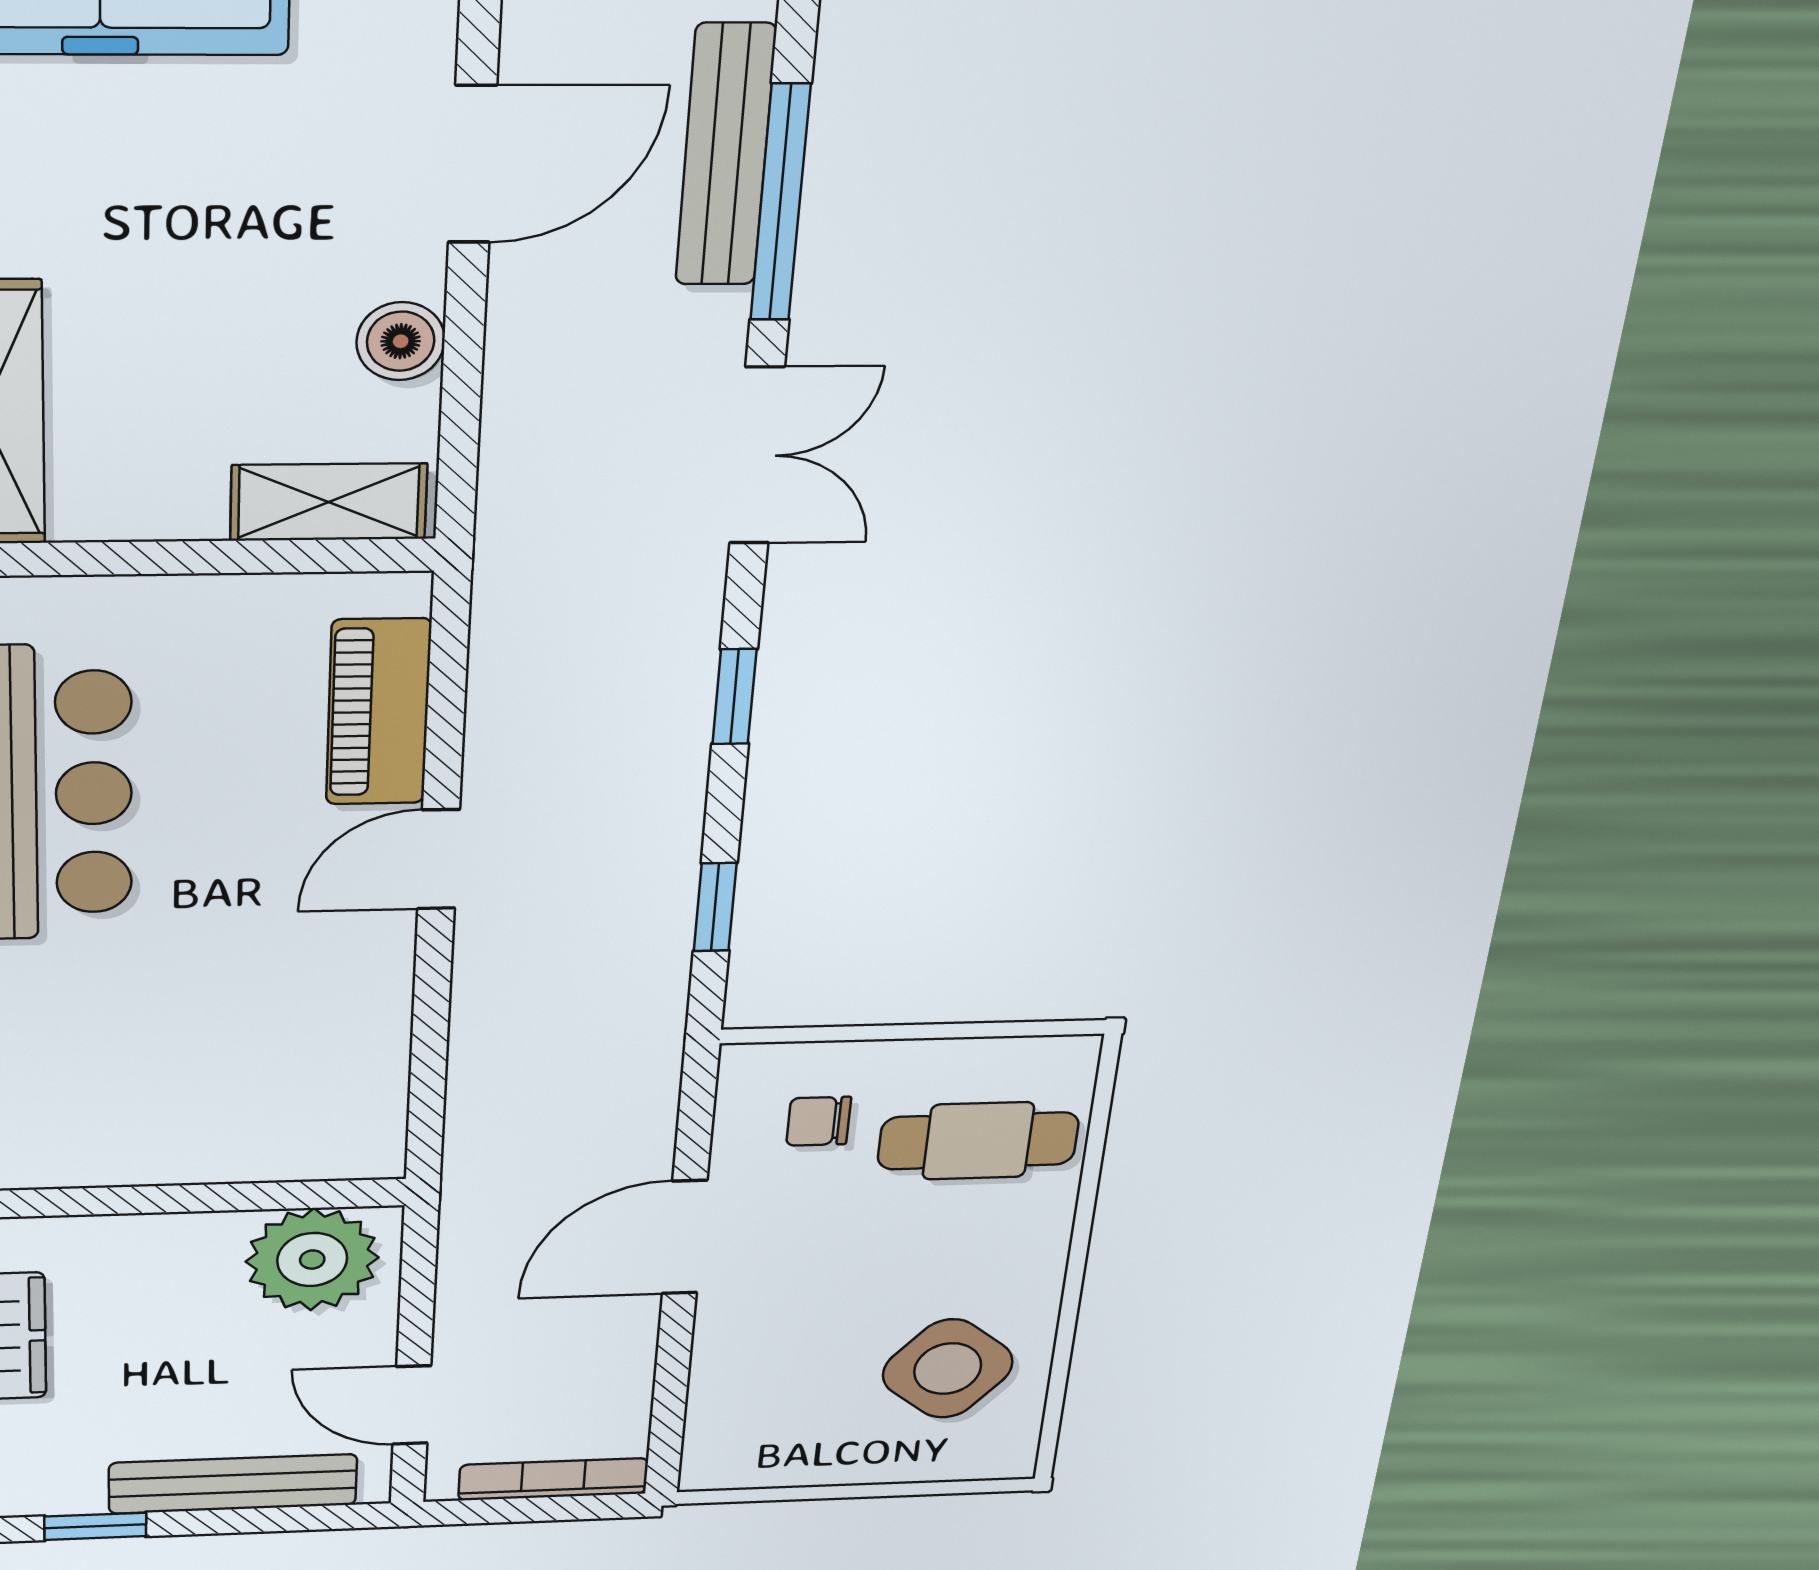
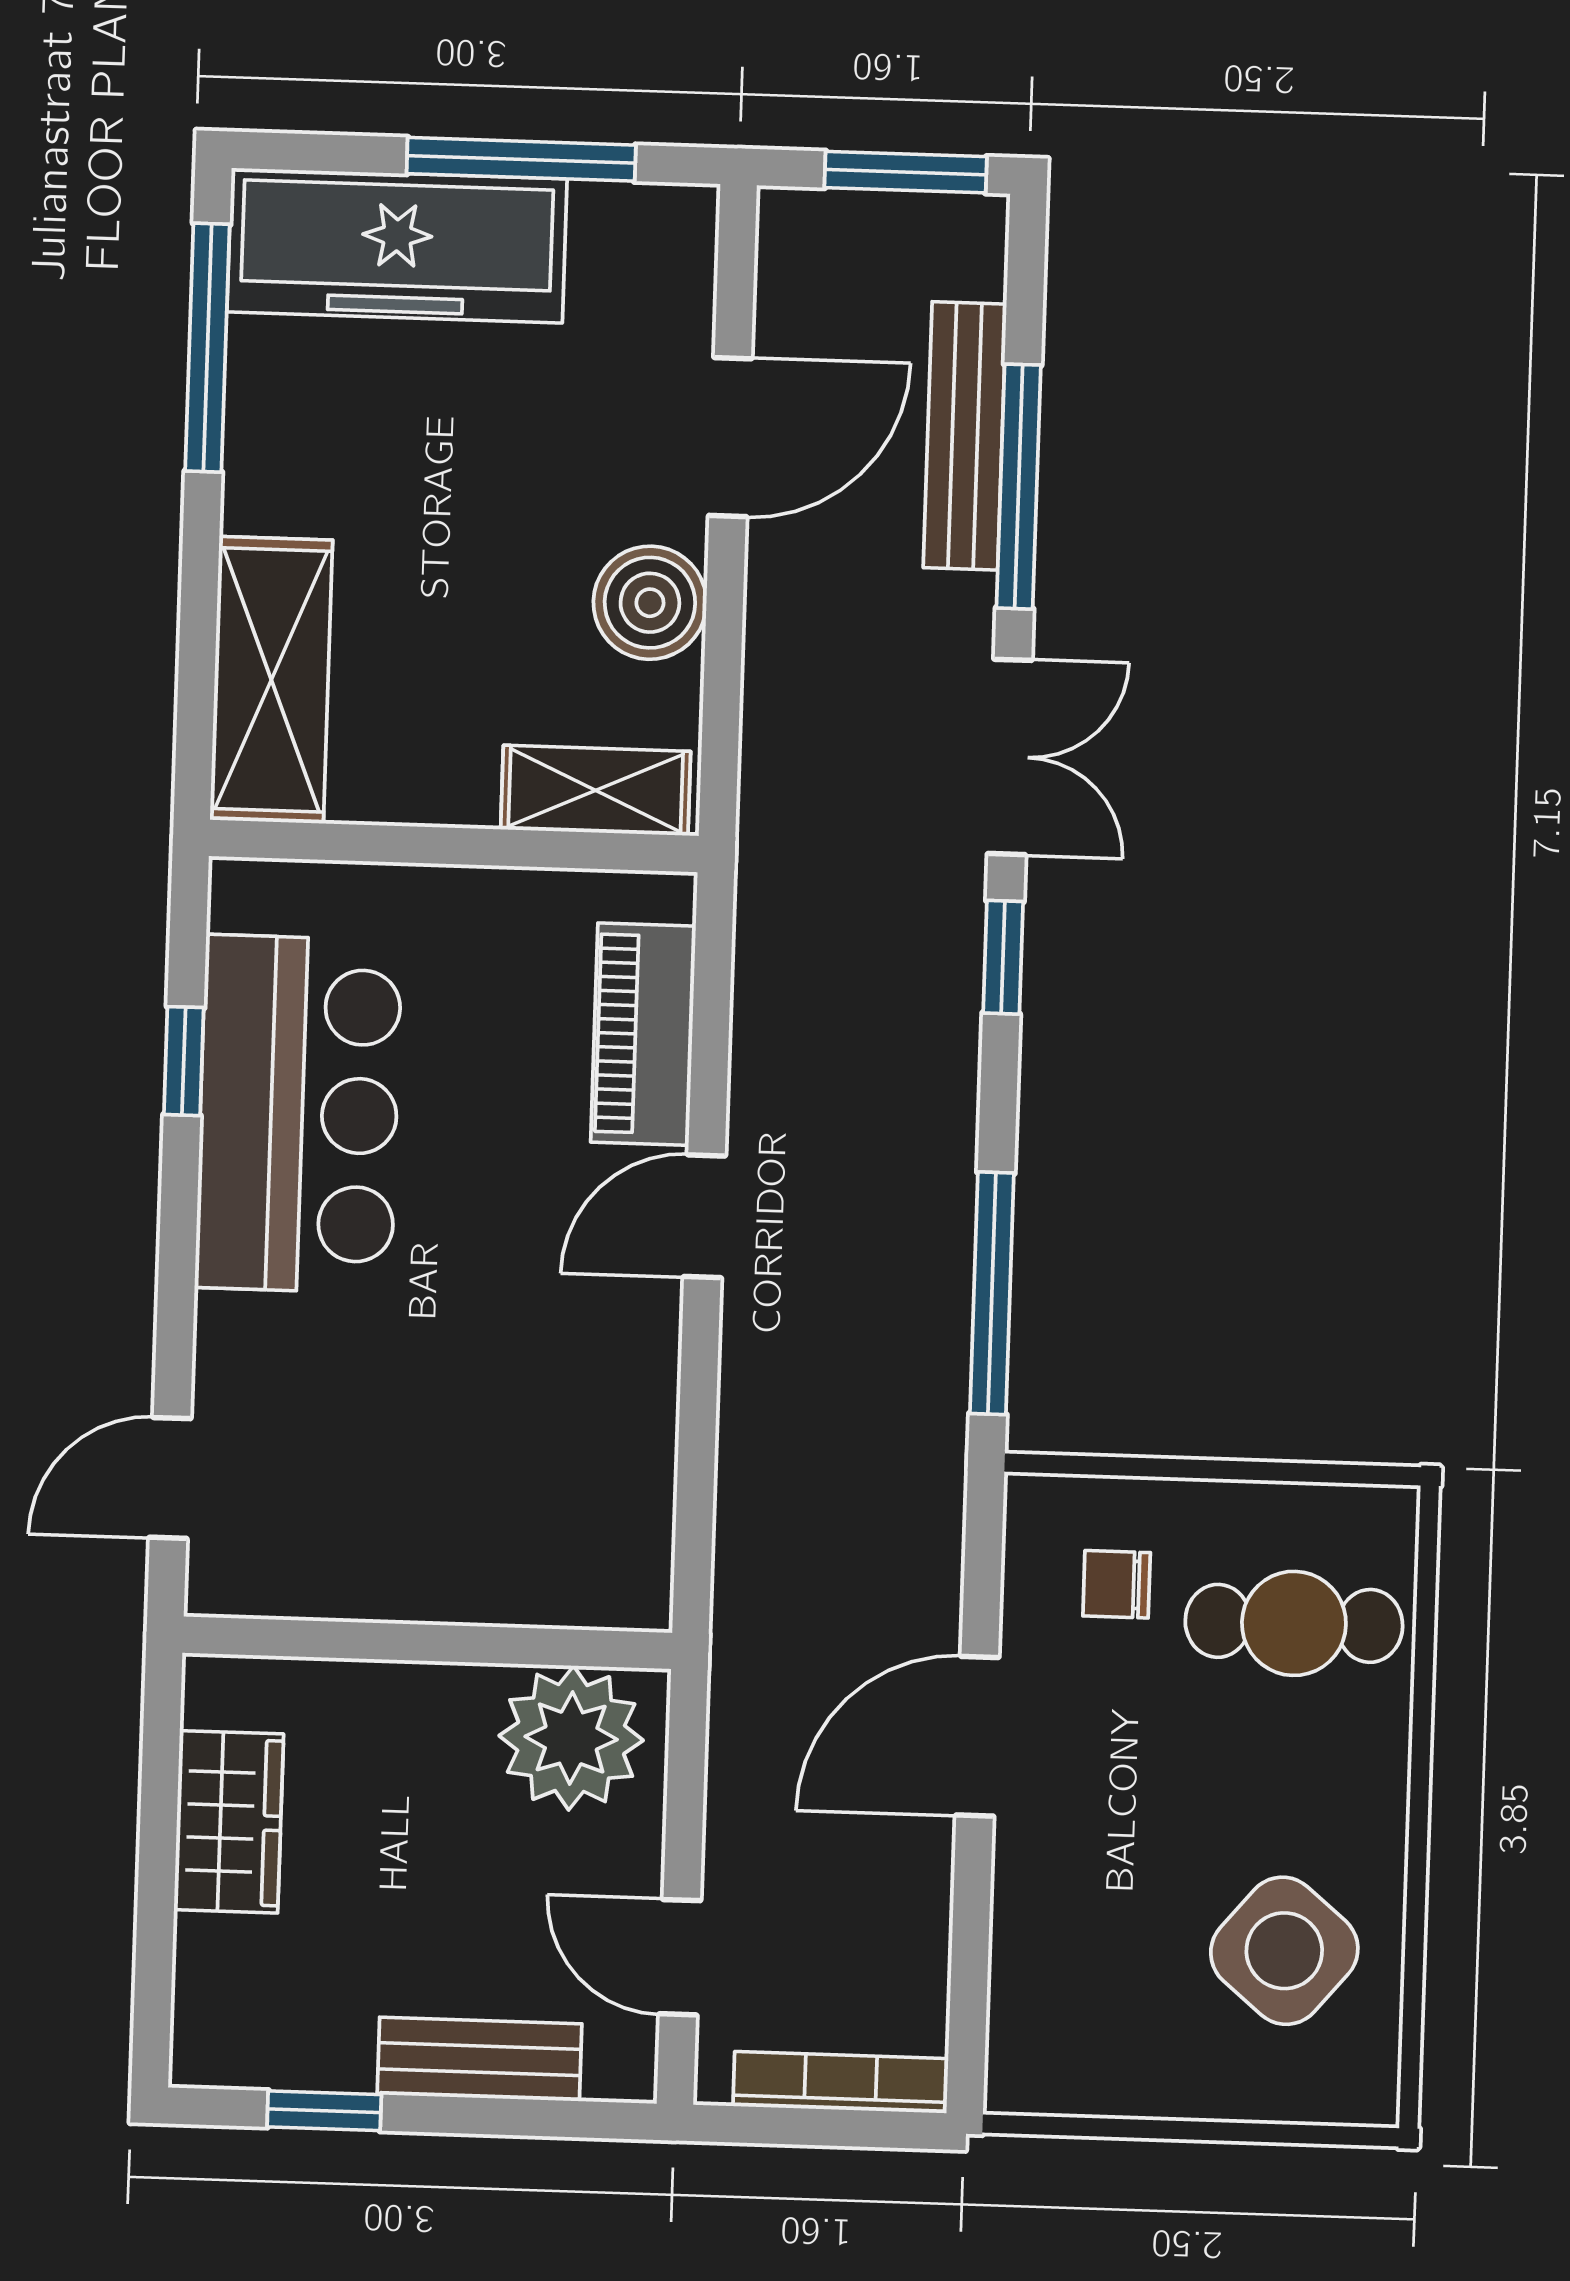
boiler: (401, 341) -> (650, 603), width x1.36, depth x1.36
window: (735, 697) -> (1003, 957), moved
window: (715, 907) -> (992, 1293), width x2.17
bench: (233, 1484) -> (479, 2059), width x0.73

